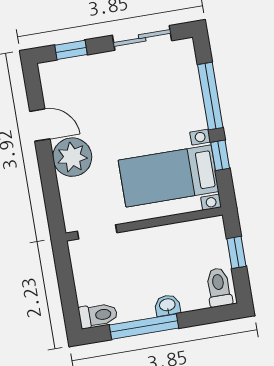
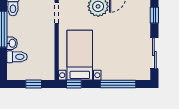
window: (220, 155) -> (74, 84), moved
toilet: (219, 287) -> (17, 57), moved

